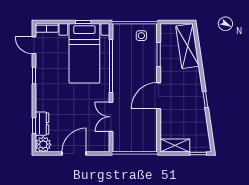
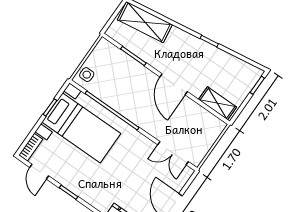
side table: (141, 36) -> (87, 75), moved
door: (34, 45) -> (39, 172), hinge flipped
double door: (111, 117) -> (173, 153), moved
shelving: (175, 145) -> (217, 103), moved, turned 90

